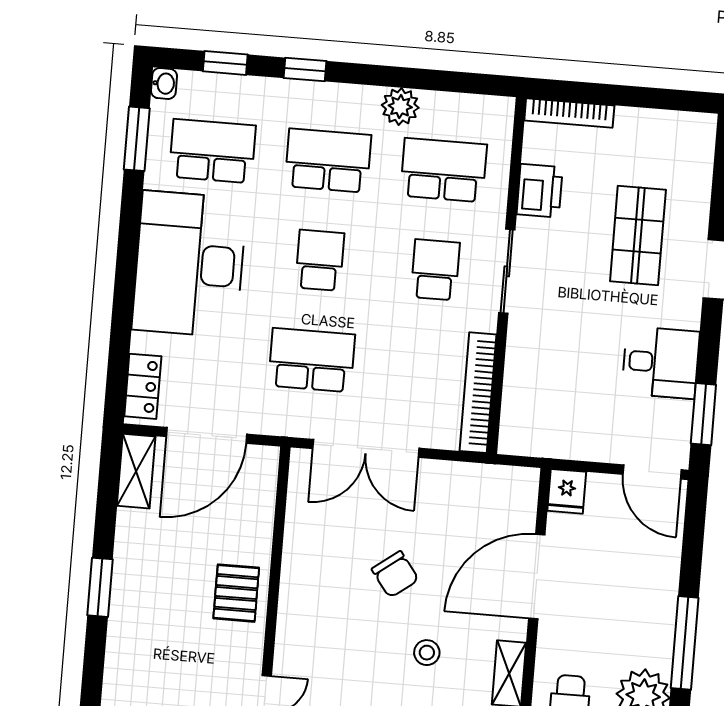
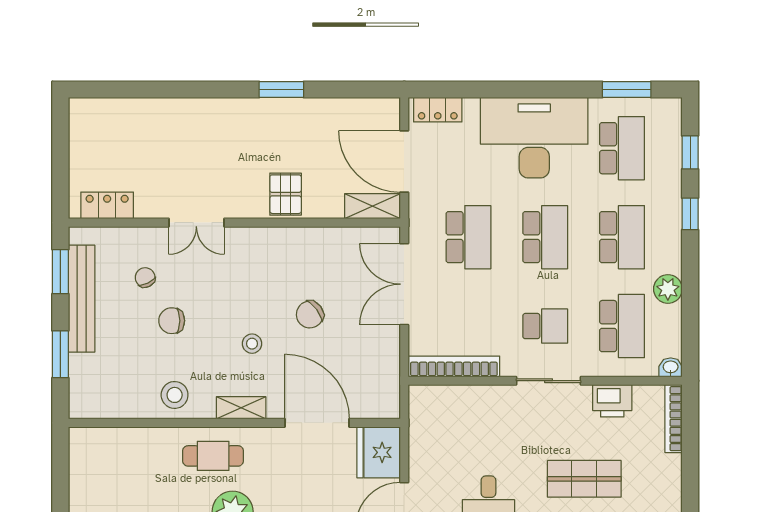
washbasin: (164, 83) -> (671, 367), moved, turned 180
school desk: (320, 260) -> (545, 237), width x1.85
shelving: (136, 471) -> (372, 206), moved
fridge: (567, 491) -> (379, 452), width x1.88, depth x1.34
pallet: (236, 593) -> (286, 194), turned 90

